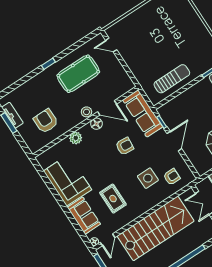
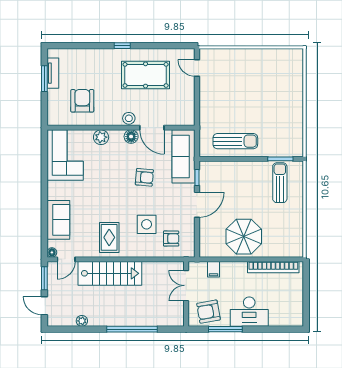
corner sofa: (67, 180) -> (65, 155), moved
rug: (113, 199) -> (109, 237), moved
stairs: (156, 228) -> (110, 273), width x0.73, depth x0.66

